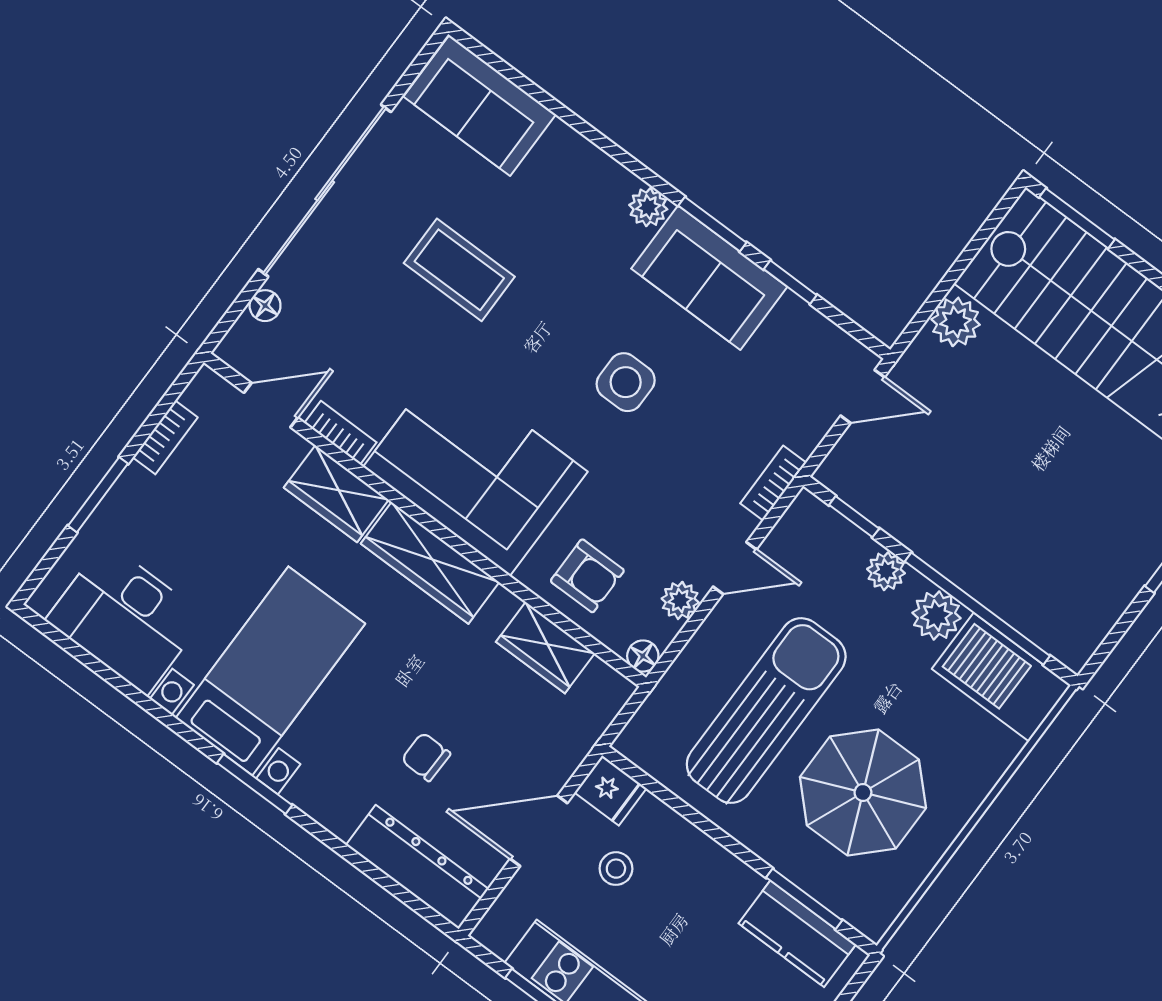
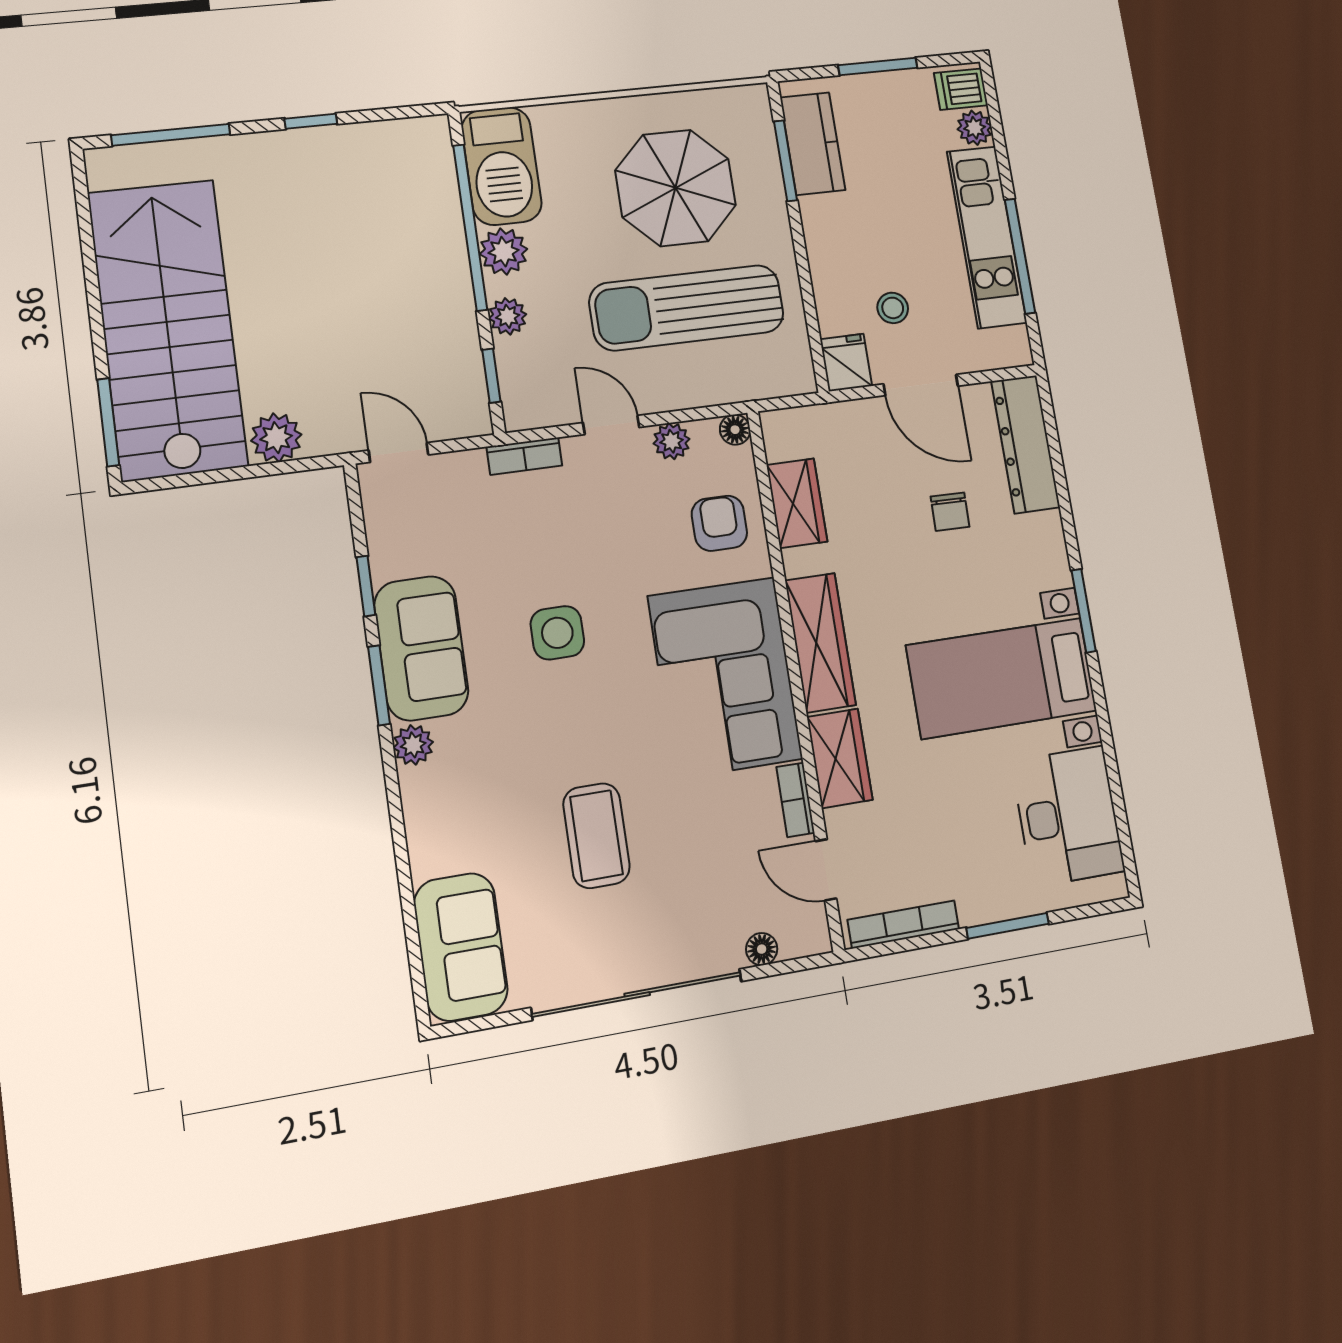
bookcase: (165, 437) -> (903, 924), width x1.56

